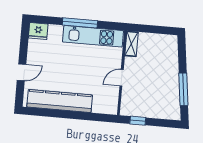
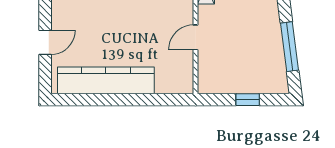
window: (138, 121) -> (248, 100), moved

